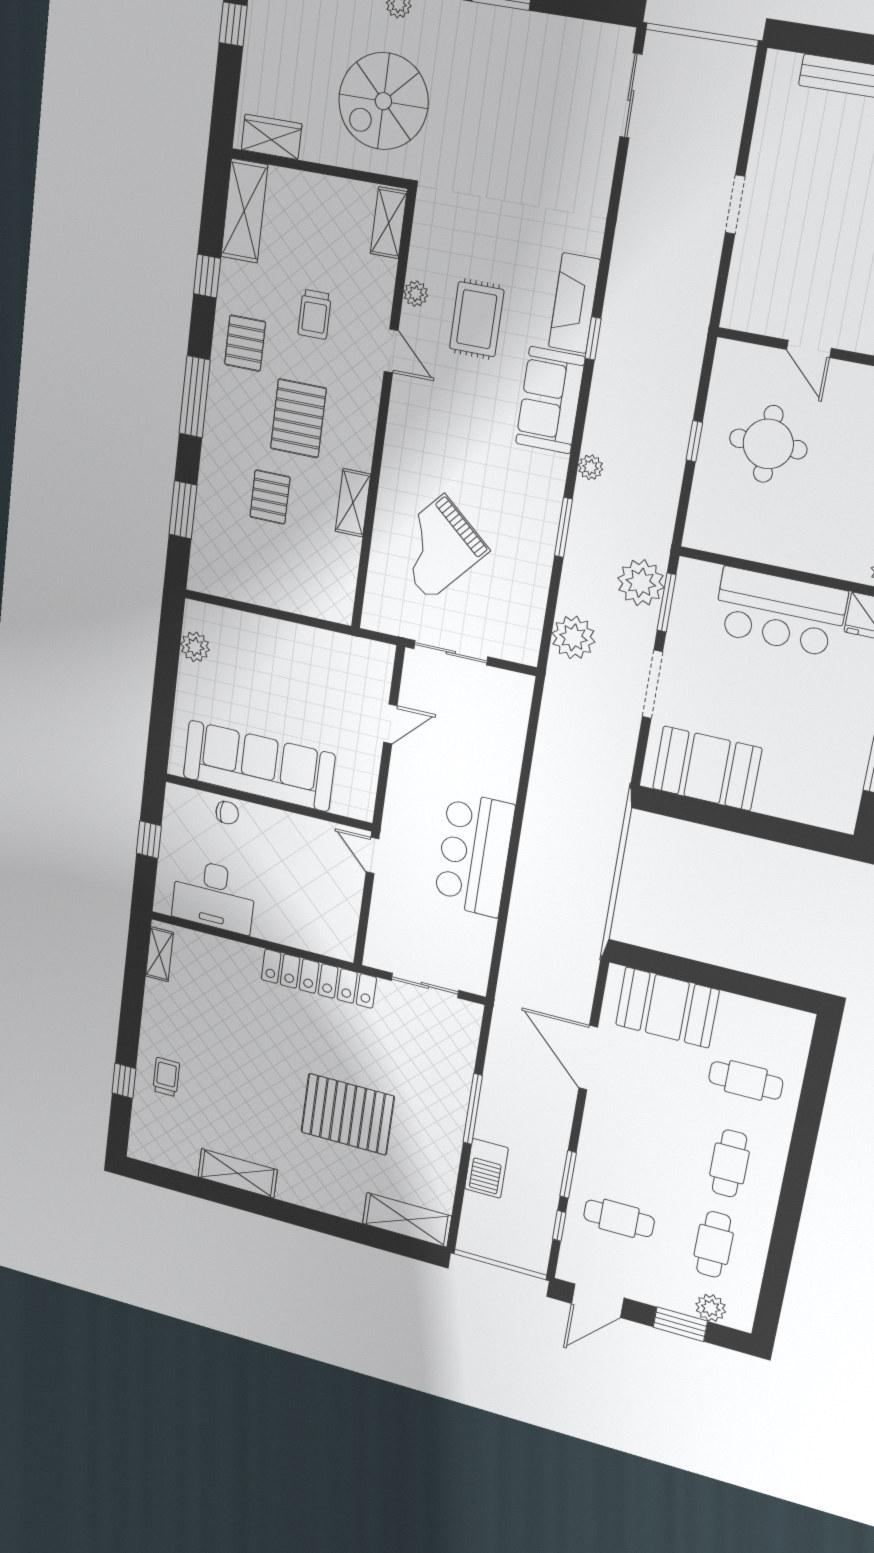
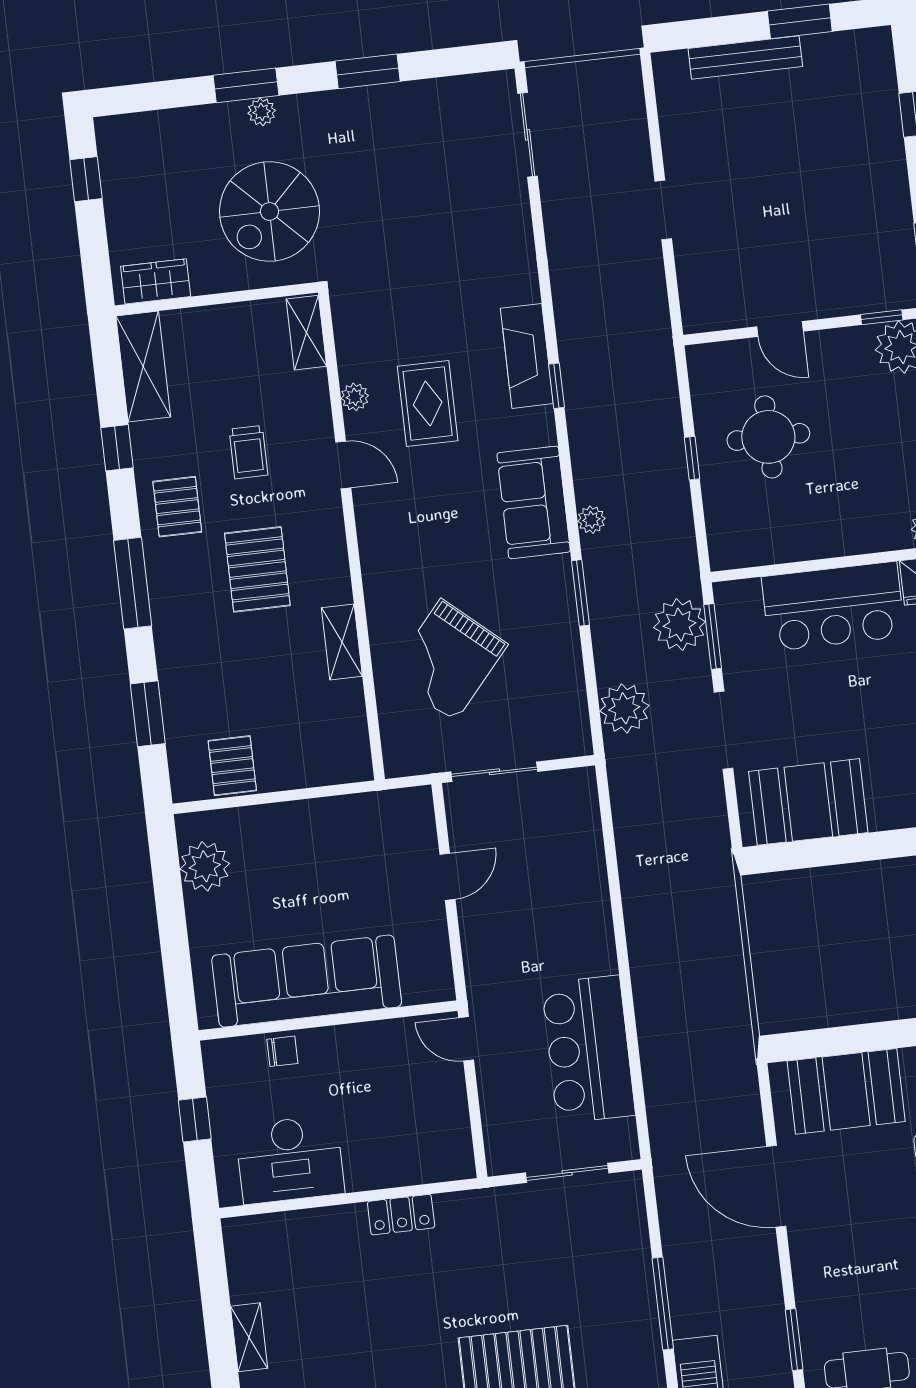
sofa: (550, 400) -> (534, 502), moved
pallet: (270, 497) -> (232, 766), moved
plant: (195, 647) -> (205, 866), width x1.36, depth x1.36
bar counter: (474, 854) -> (588, 1049), moved
shelving: (159, 954) -> (249, 1337), moved
locker: (319, 978) -> (401, 1215), width x0.46, depth x0.83

